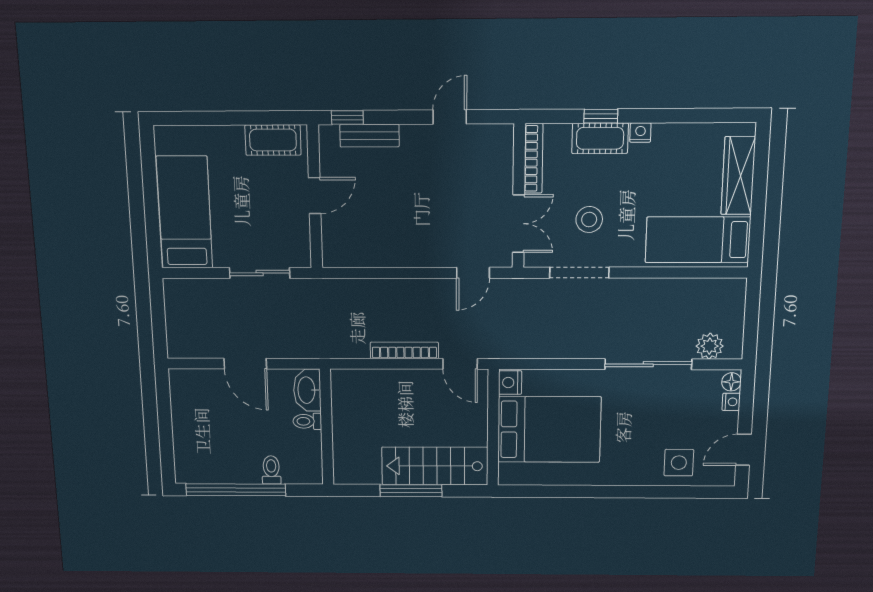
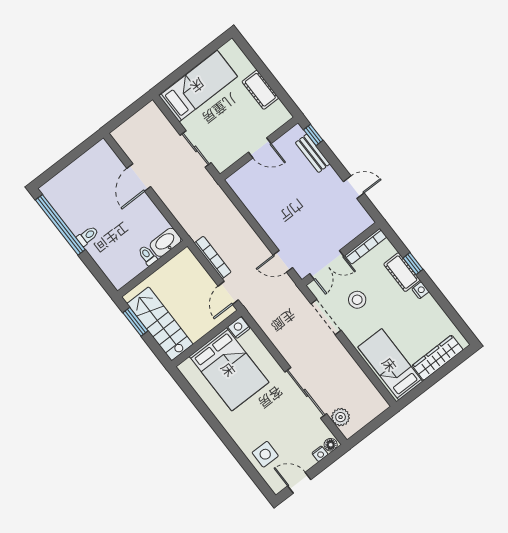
cot: (273, 140) -> (260, 90), moved
washbasin: (307, 390) -> (166, 242), moved
toilet: (307, 421) -> (148, 256), moved
wall: (327, 427) -> (152, 269), moved
window: (411, 491) -> (135, 322), width x0.69

